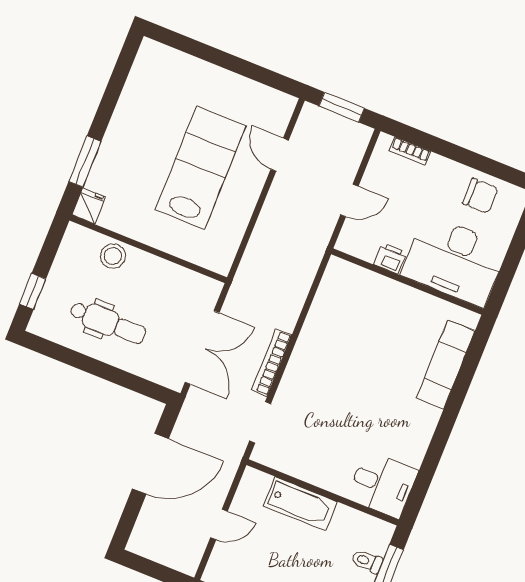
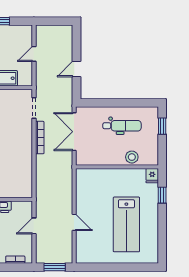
door: (280, 155) -> (74, 222), moved
window: (85, 162) -> (162, 195), width x0.67
lab bench: (201, 168) -> (126, 224), moved
dental chair: (108, 322) -> (122, 126), turned 180
door: (150, 464) -> (77, 69), width x0.53

